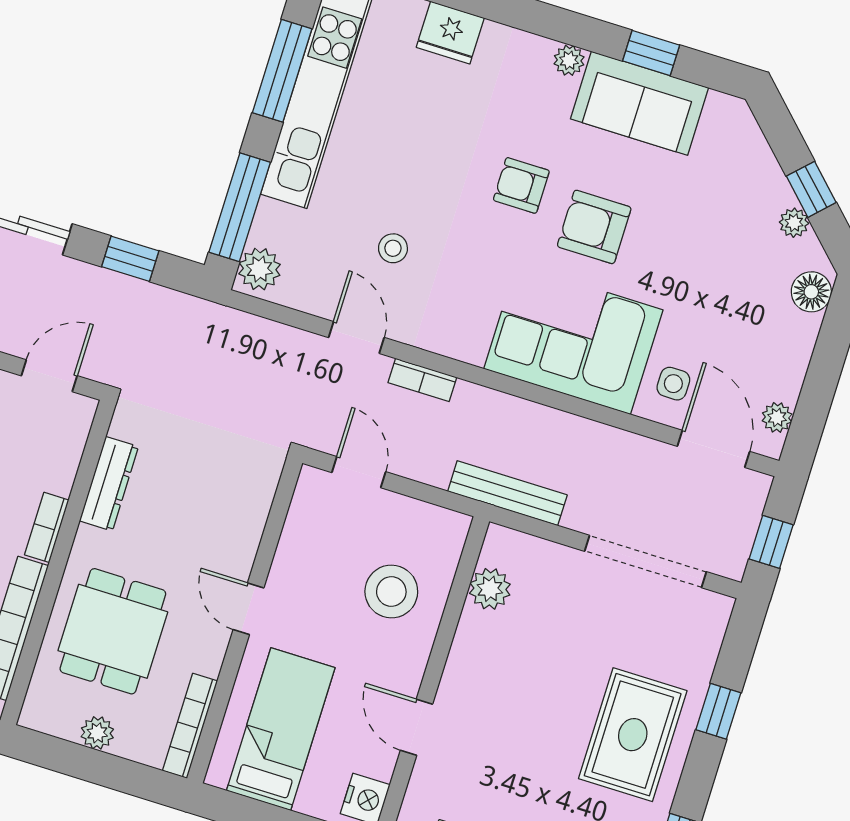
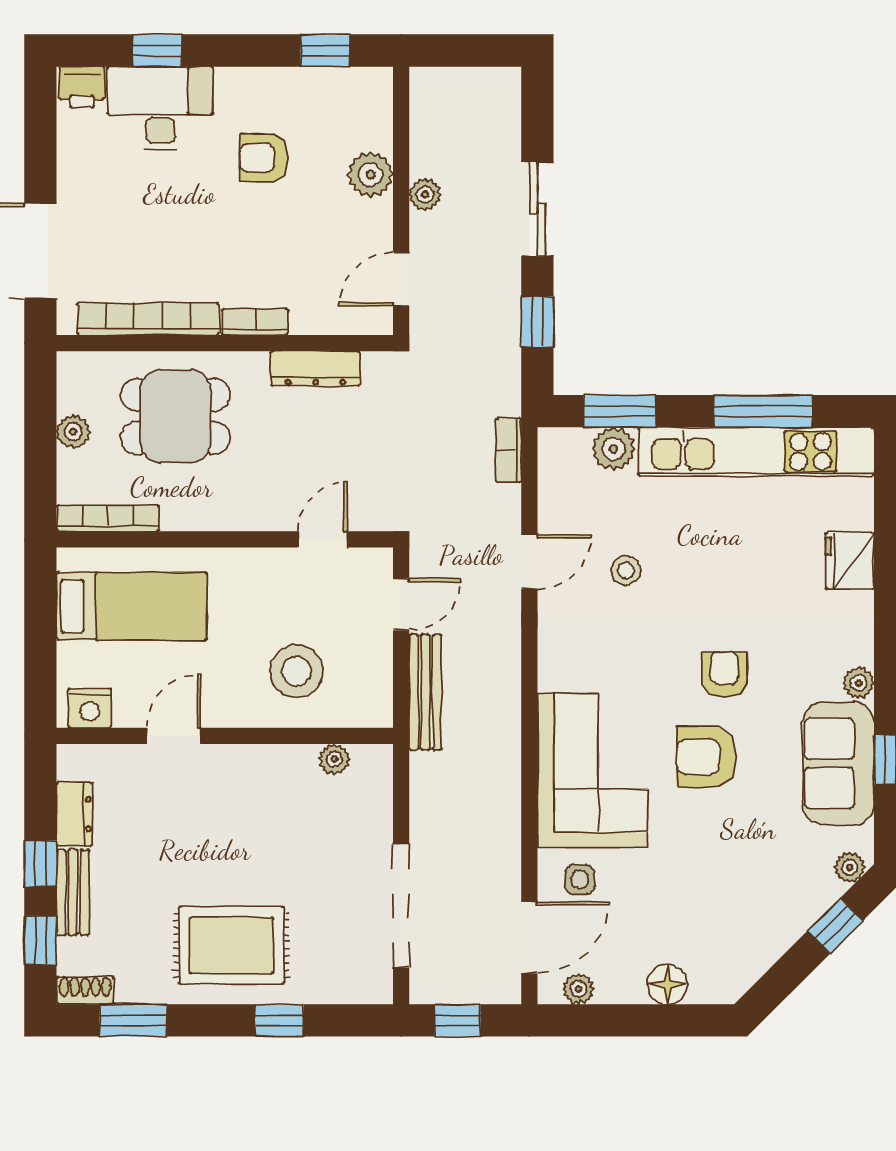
window: (811, 189) -> (835, 926), moved
window: (240, 207) -> (620, 411), width x0.69
plant: (794, 223) -> (850, 867), moved
armchair: (594, 227) -> (706, 757), turned -90
plant: (260, 269) -> (614, 449), moved
floor lamp: (811, 292) -> (667, 984), moved
door: (49, 376) -> (401, 279), swing flipped
bookcase: (422, 380) -> (509, 450), moved
bench: (507, 493) -> (425, 692), moved
plant: (490, 589) -> (334, 759), width x0.73, depth x0.73
door: (248, 609) -> (323, 539), moved

